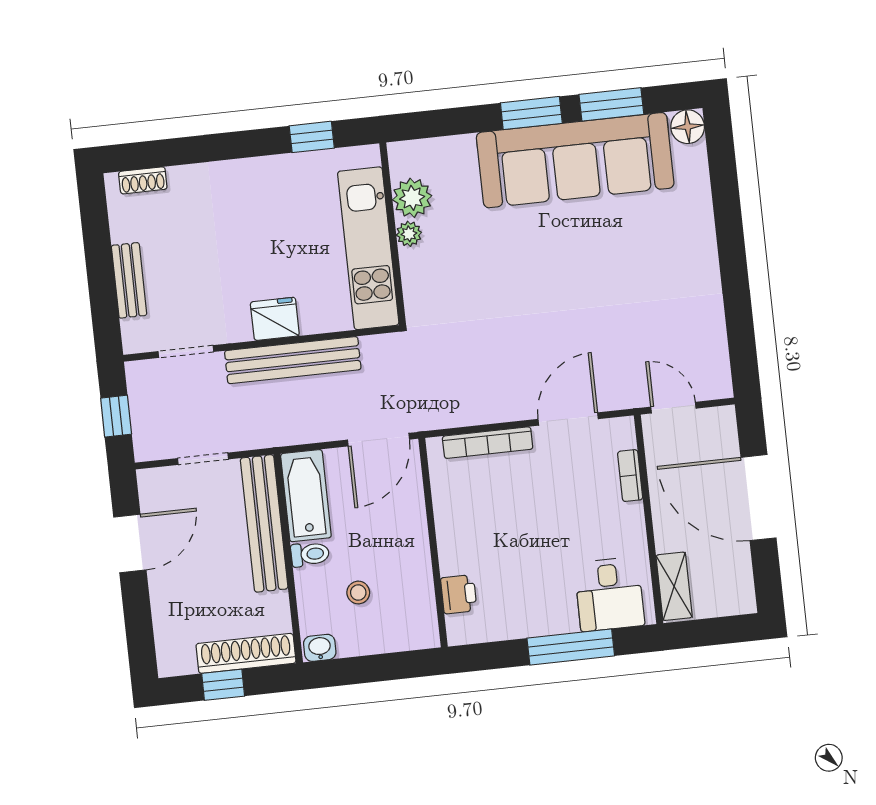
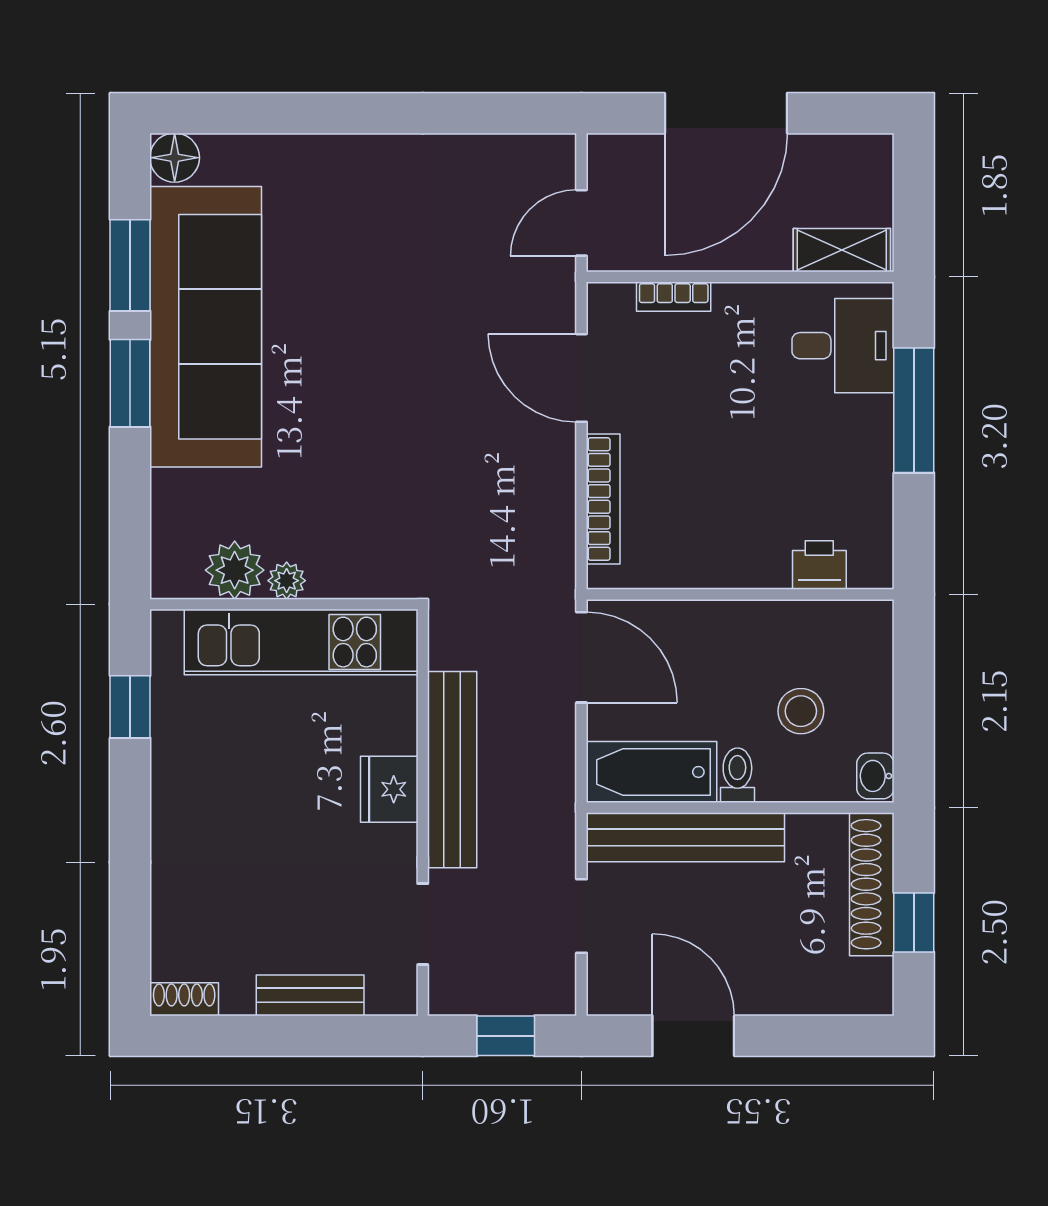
shoe rack: (143, 180) -> (184, 999), moved, turned -90
stool: (358, 593) -> (801, 711), width x1.37, depth x1.37

